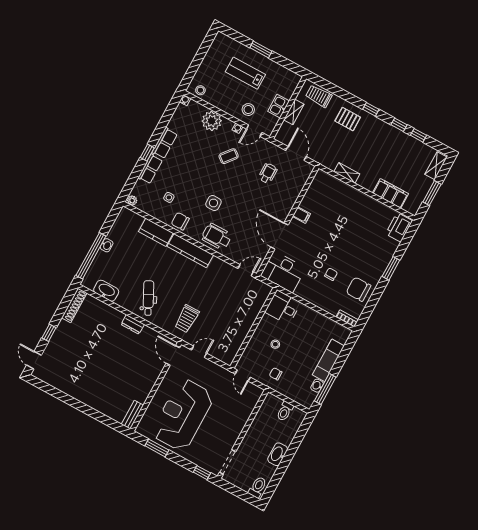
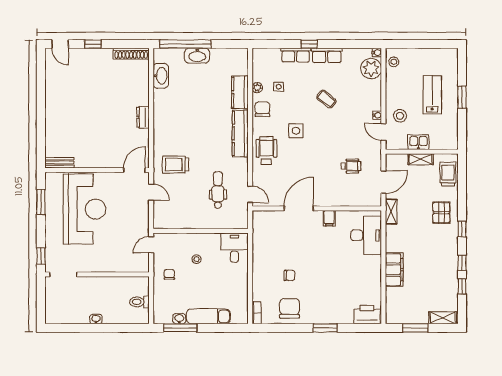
plant: (212, 121) -> (371, 69), moved
coffee table: (229, 156) -> (326, 99), moved
shelving: (347, 173) -> (391, 212), moved
filing cabinet: (391, 193) -> (394, 270), moved
plant: (132, 200) -> (257, 88), moved
washbasin: (107, 245) -> (197, 56), width x1.91, depth x1.45
desk: (283, 272) -> (366, 235), moved, turned 180
dental chair: (148, 298) -> (218, 190), moved, turned -63
door: (34, 360) -> (60, 44), swing flipped
reception desk: (183, 415) -> (84, 209), turned 90
washbasin: (278, 454) -> (96, 319), width x0.52, depth x0.69
toilet: (258, 487) -> (55, 315), removed

